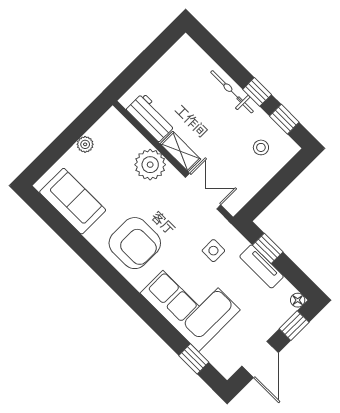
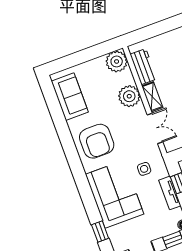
plant: (85, 144) -> (117, 61), moved, width x1.88, depth x1.88

